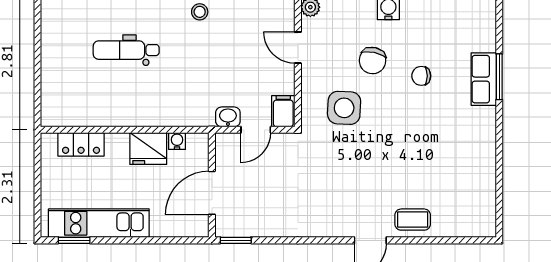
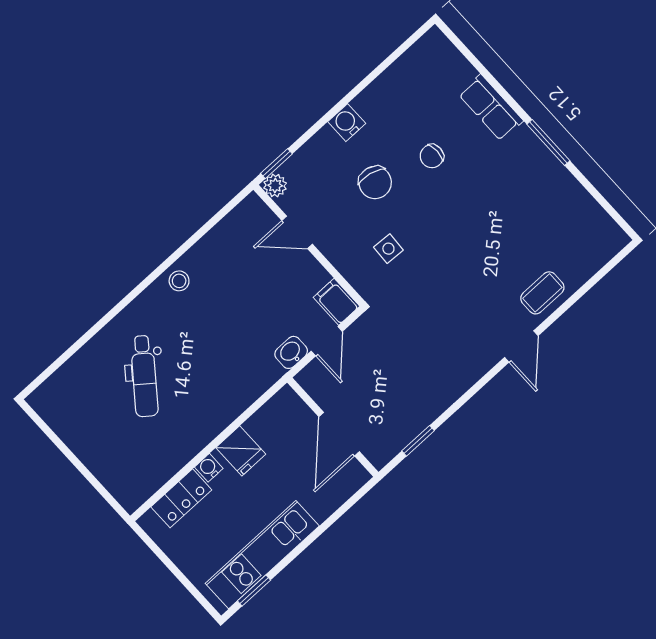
dental chair: (126, 50) -> (144, 376), turned -52
window: (499, 77) -> (548, 143), moved
side table: (344, 108) -> (388, 249), width x0.54, depth x0.54
water cooler: (177, 141) -> (209, 468), moved
fridge: (148, 149) -> (241, 451), width x0.72
window: (236, 240) -> (418, 441), moved

